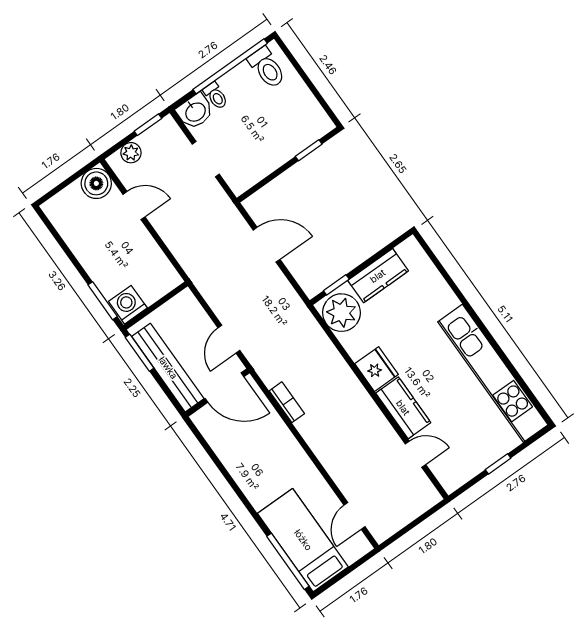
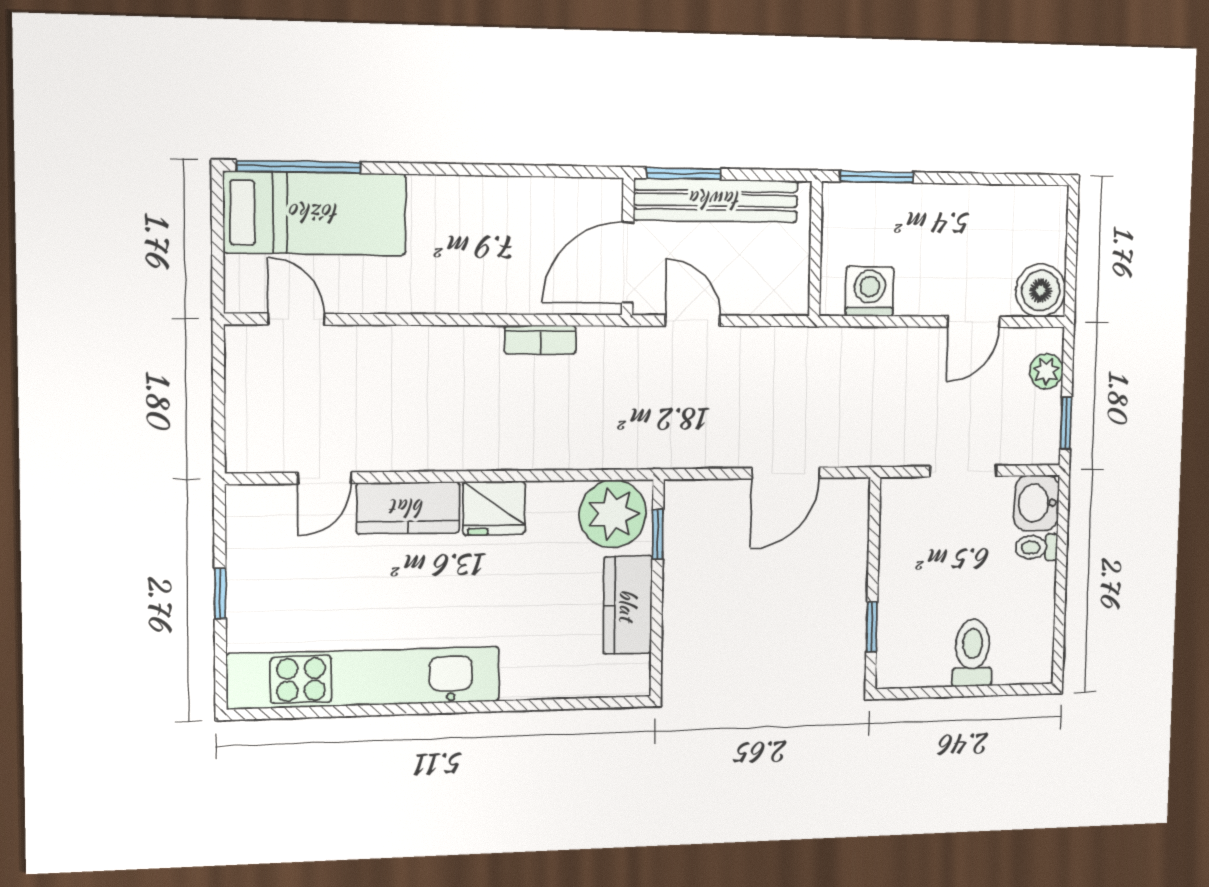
window: (230, 66) -> (1060, 596), removed
toilet: (267, 68) -> (972, 653), moved, turned 90
washing machine: (128, 305) -> (870, 291), moved, turned -90
window: (140, 353) -> (684, 173), moved

